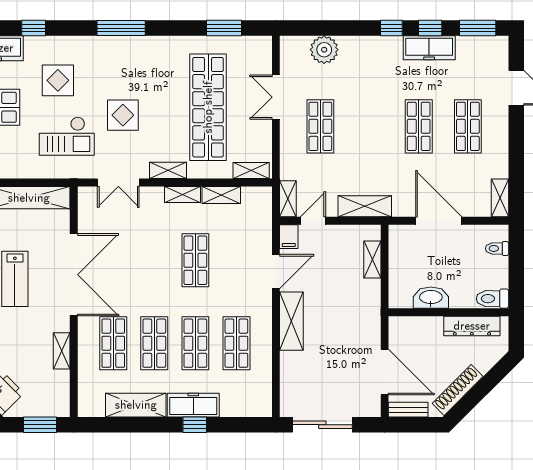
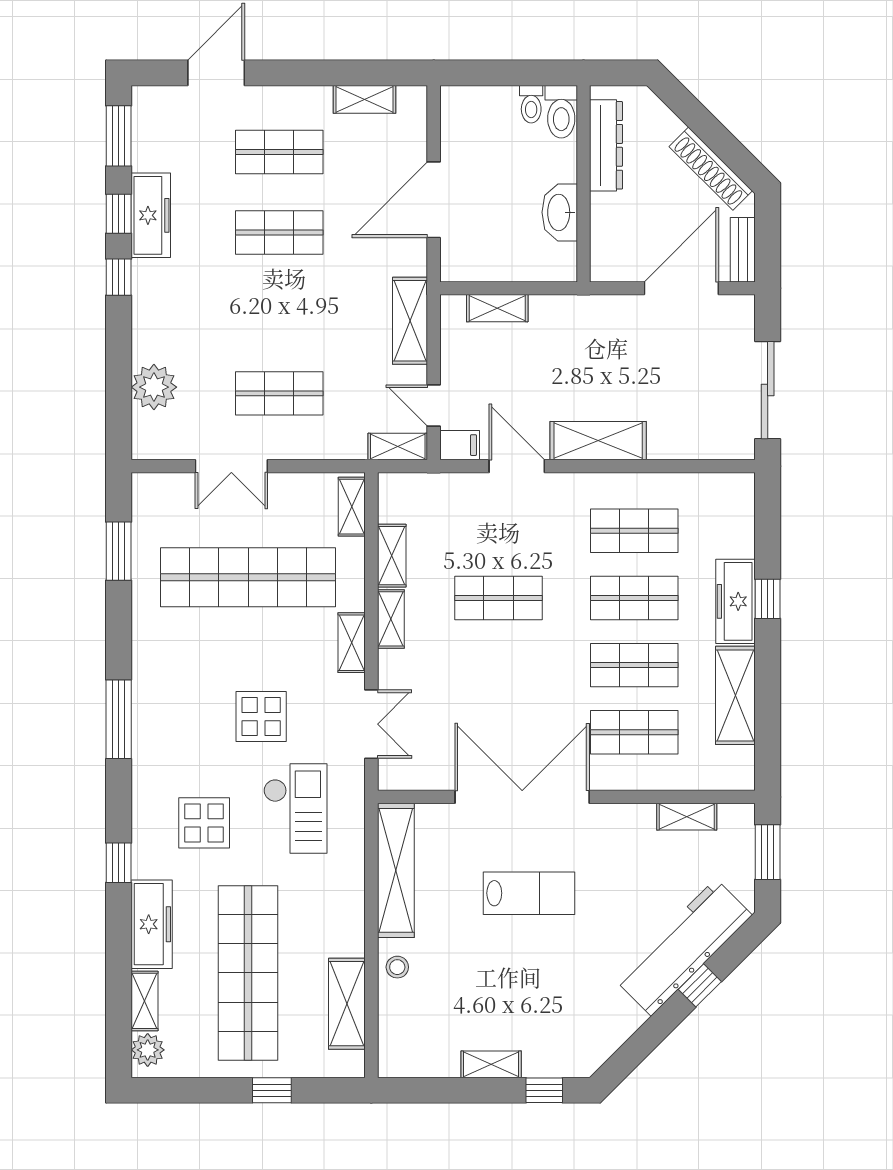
shelving: (500, 198) -> (364, 99), moved
toilet: (497, 248) -> (531, 104), moved
shelving: (62, 351) -> (687, 817), moved

